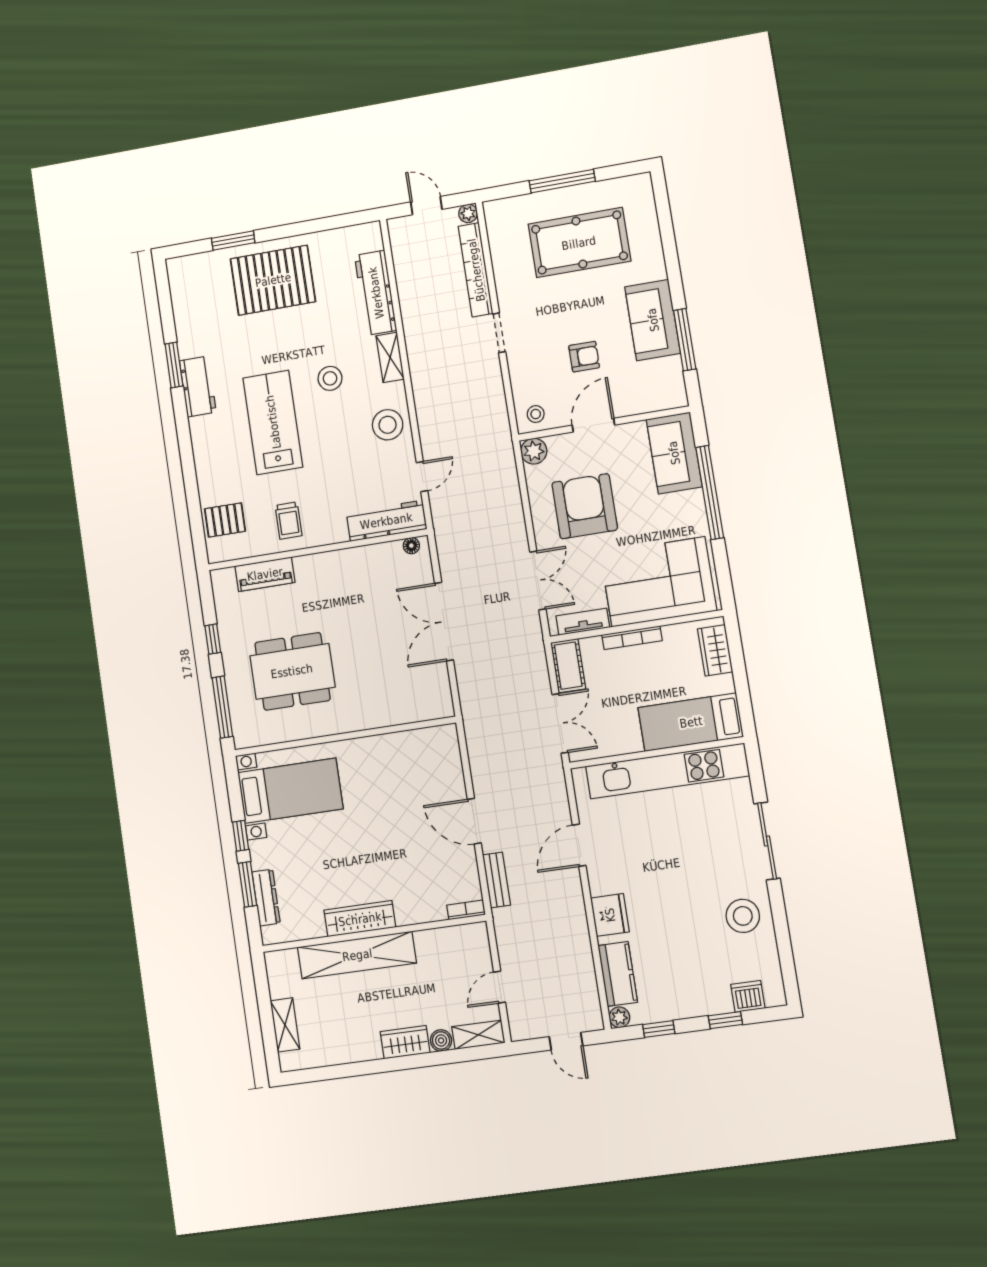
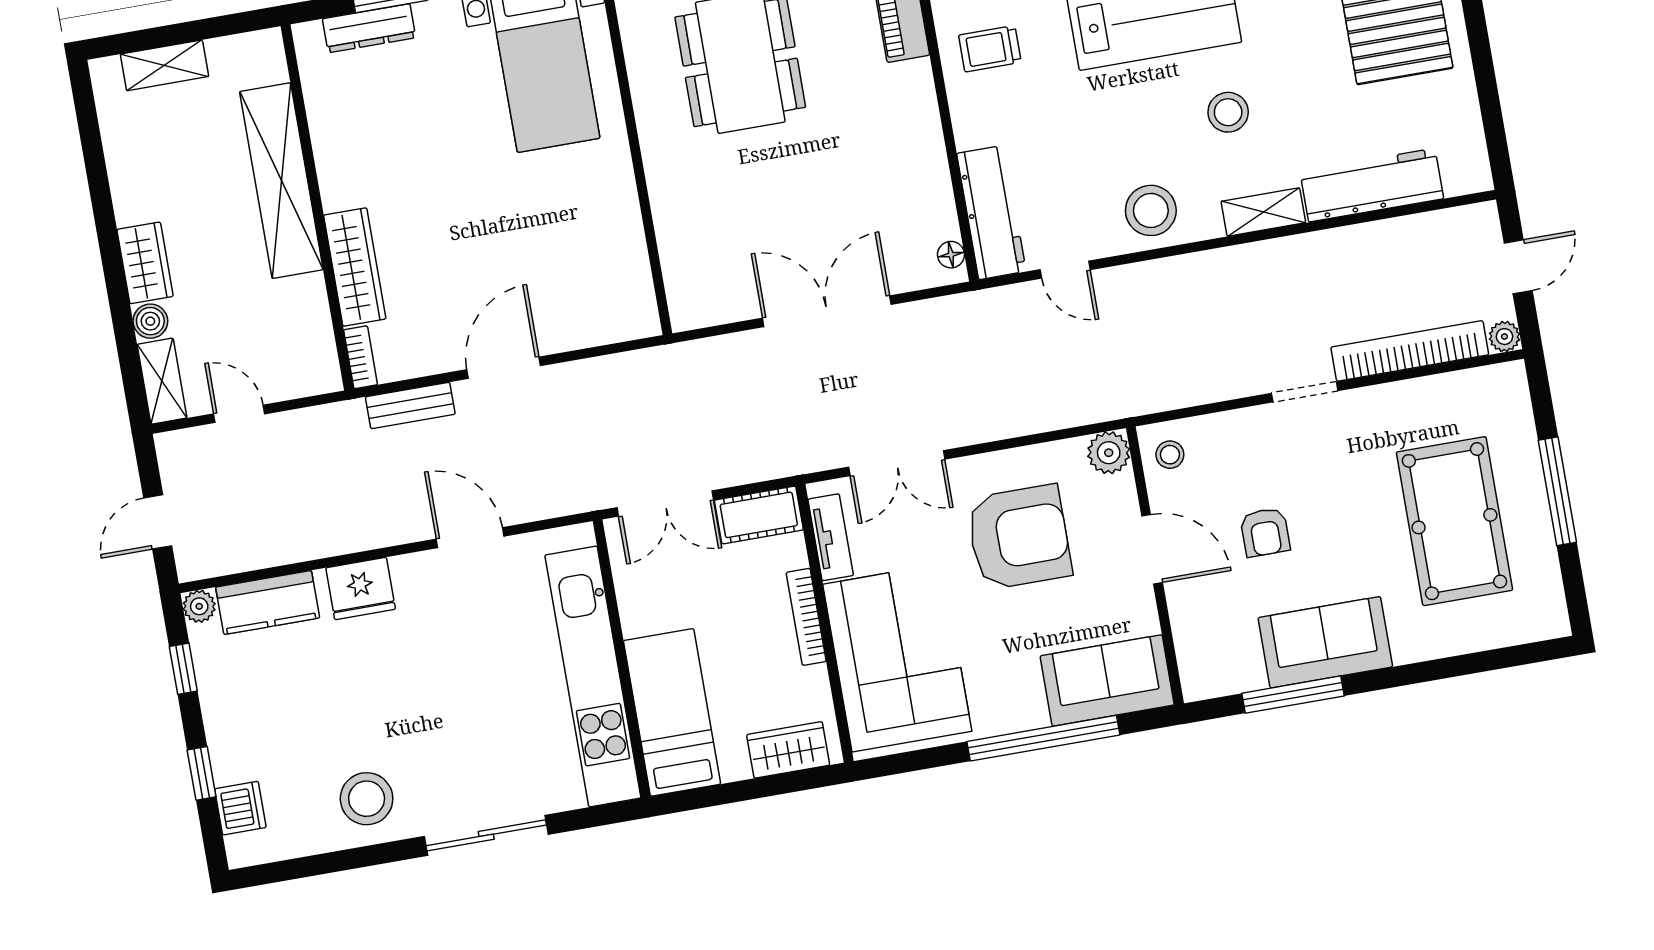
wardrobe: (360, 919) -> (355, 267), moved

